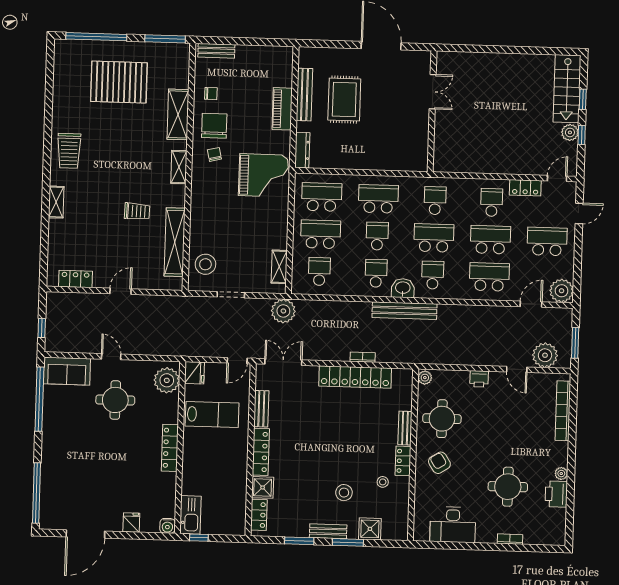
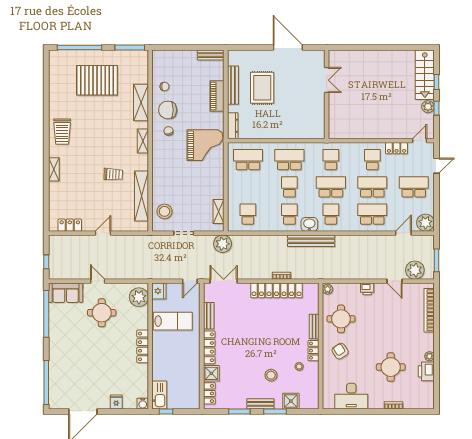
bench: (216, 51) -> (211, 55), moved
chair: (214, 126) -> (168, 110), turned -90
school desk: (321, 234) -> (248, 187), removed

